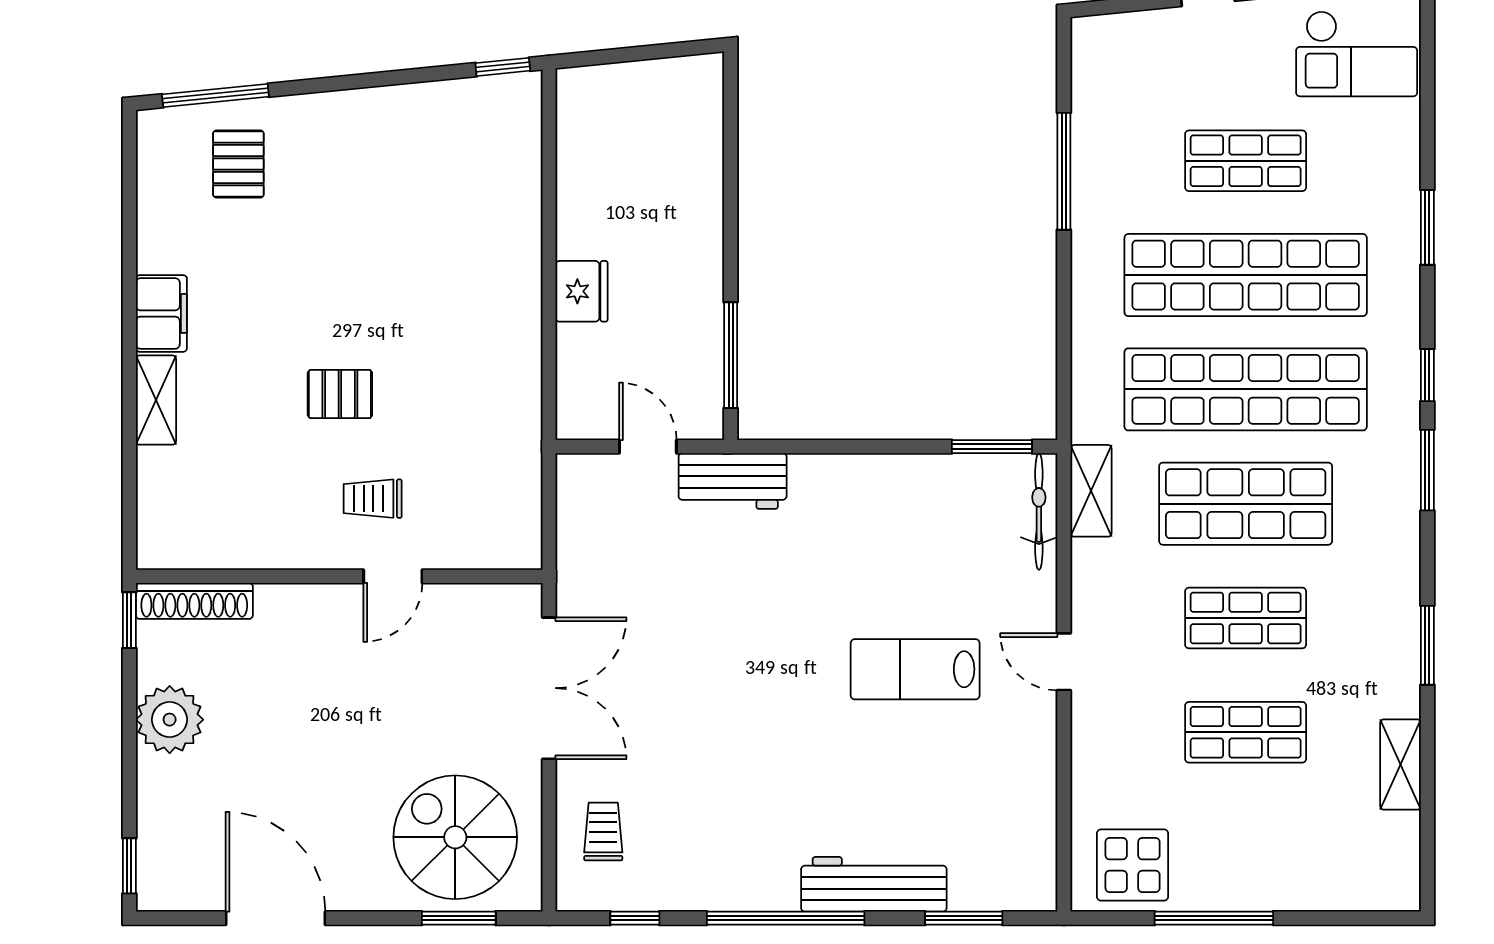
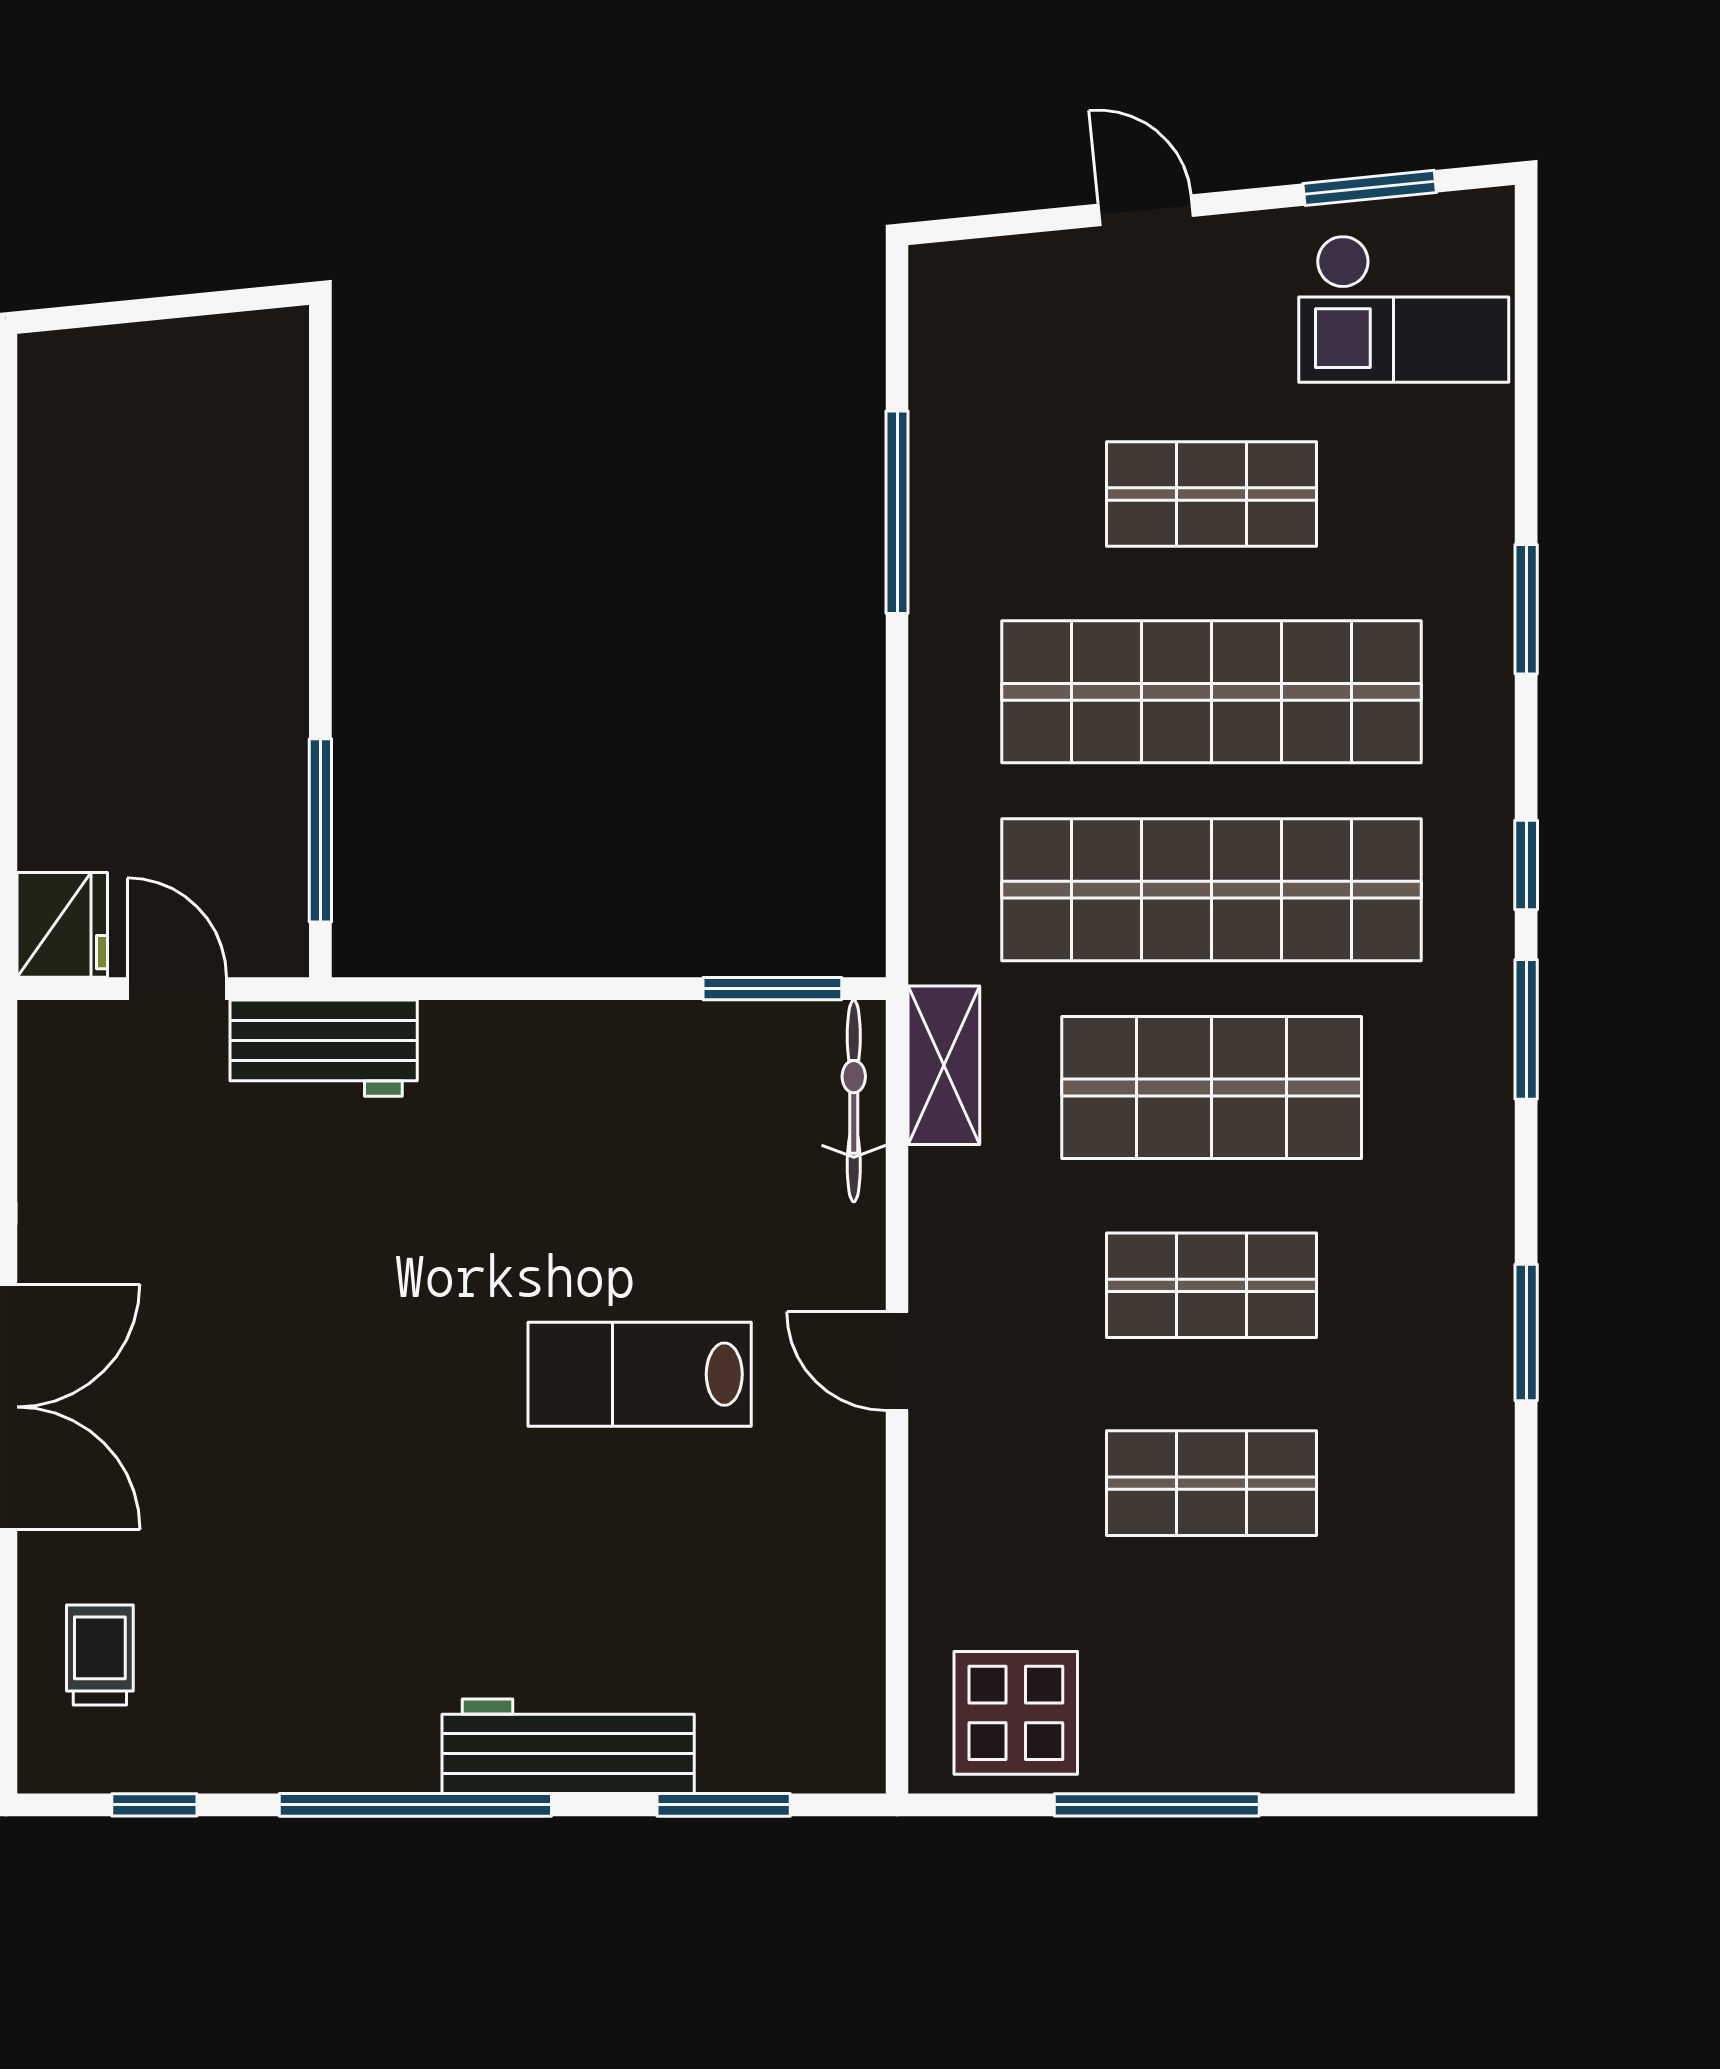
fridge: (582, 291) -> (62, 925), moved
shelving: (1400, 764) -> (1480, 1539), removed

